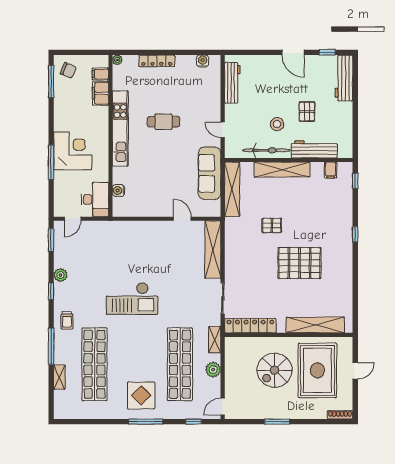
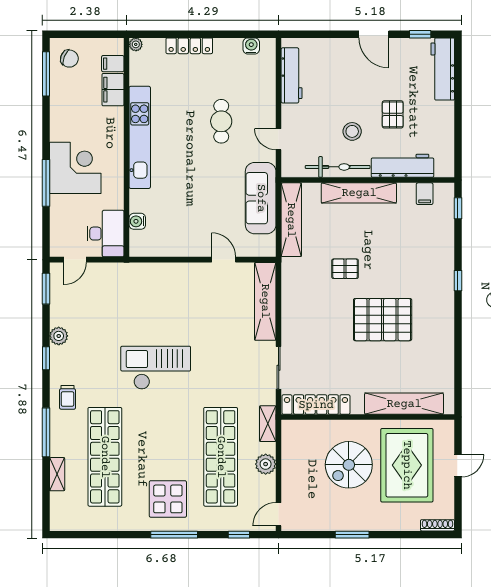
cafe table: (164, 122) -> (221, 121), moved, turned 90
checkout: (132, 298) -> (156, 368), turned 180

